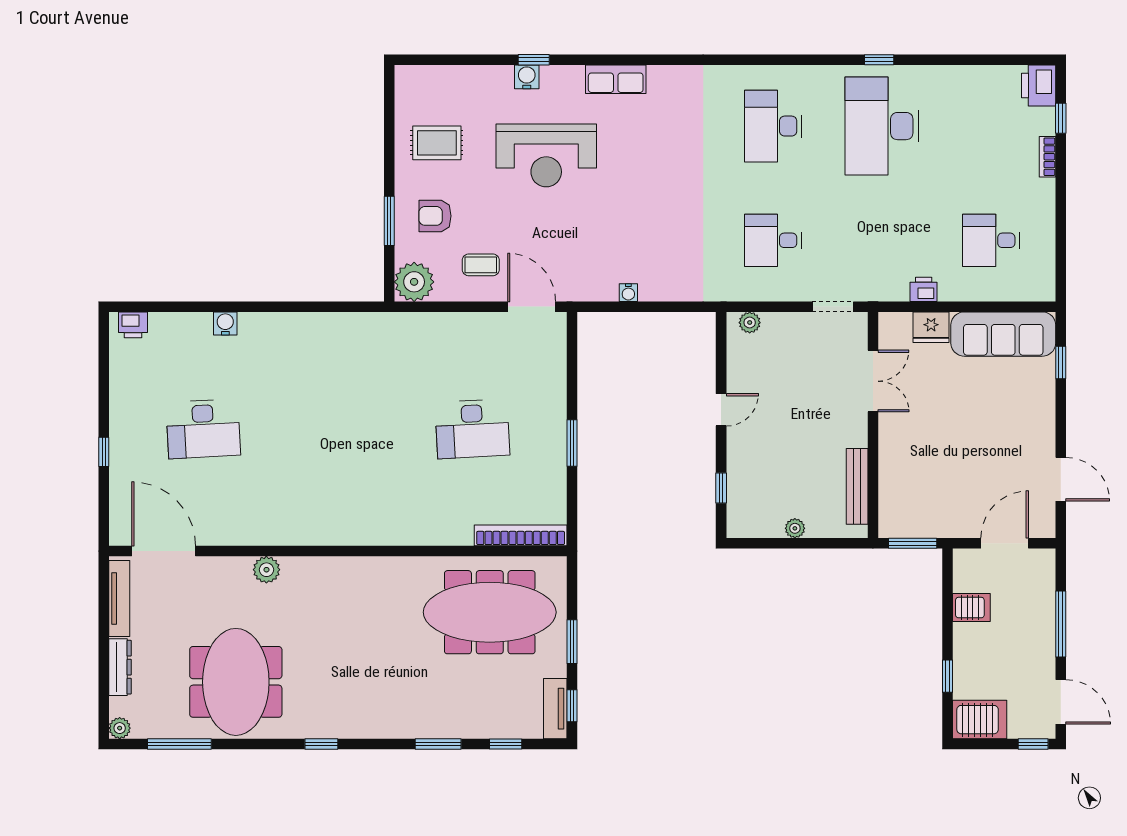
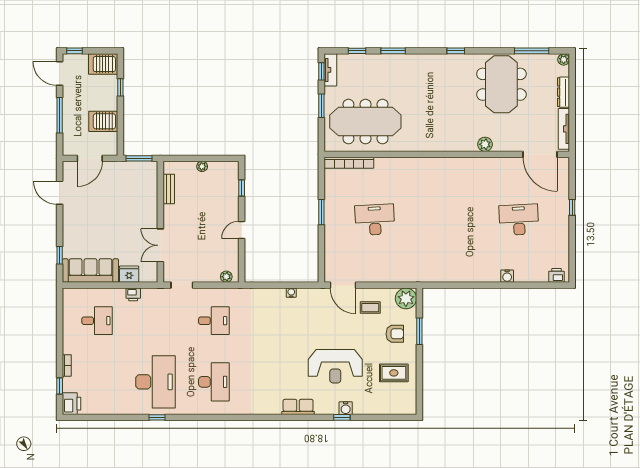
reception desk: (546, 155) -> (335, 366), turned 180
bench: (857, 486) -> (169, 189), width x0.73
server rack: (971, 608) -> (103, 121), width x1.36, depth x1.44

